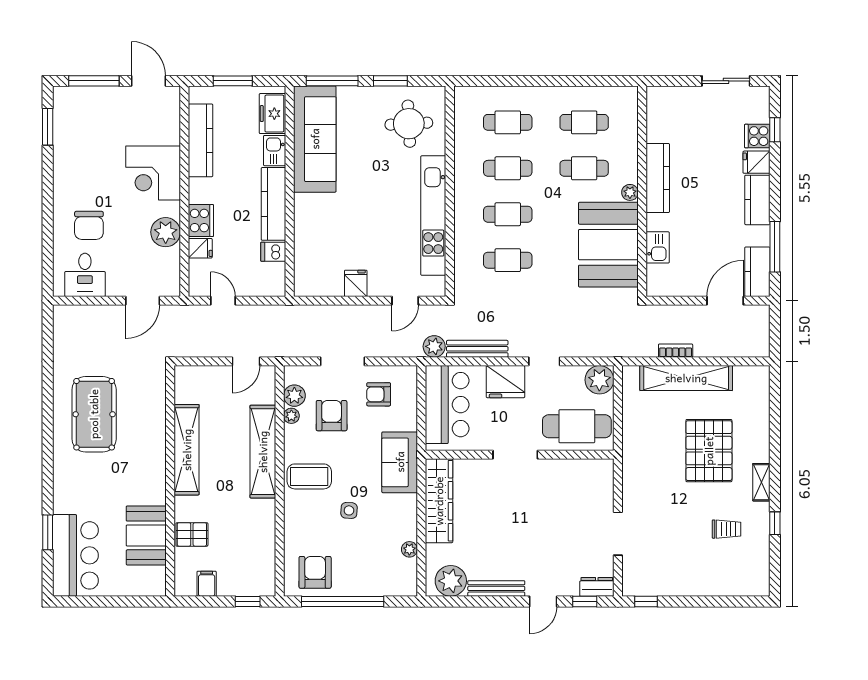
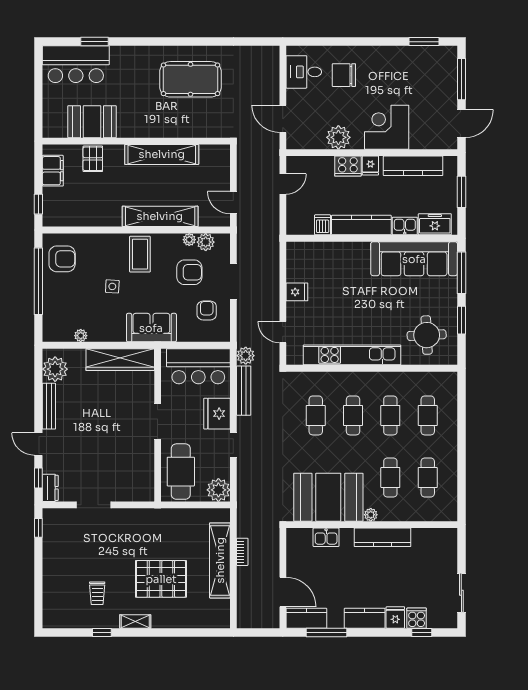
fridge: (200, 248) -> (370, 166), moved
filing cabinet: (207, 584) -> (53, 171), width x2.00

